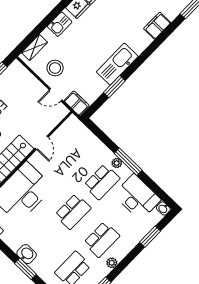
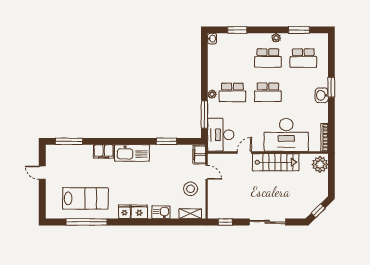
kitchen sink: (117, 64) -> (132, 153), moved
window: (128, 162) -> (204, 114), moved
school desk: (102, 182) -> (232, 92), turned 180
desk: (137, 197) -> (221, 135), moved
school desk: (73, 211) -> (268, 92), turned 180
school desk: (102, 239) -> (268, 58), turned 180

